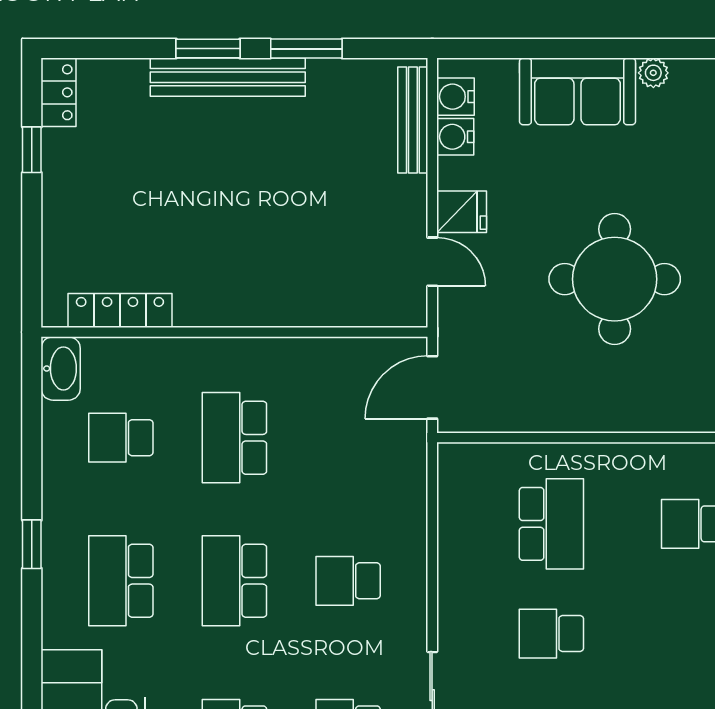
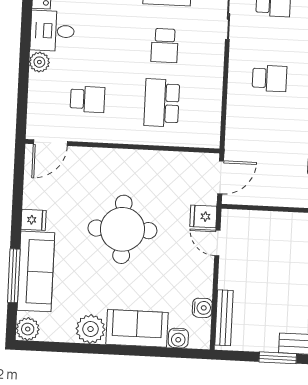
plant: (653, 73) -> (90, 329), width x1.88, depth x1.88
water cooler: (455, 97) -> (178, 338), moved, turned 90
fridge: (462, 212) -> (203, 216), moved
school desk: (551, 634) -> (165, 46), turned 90

